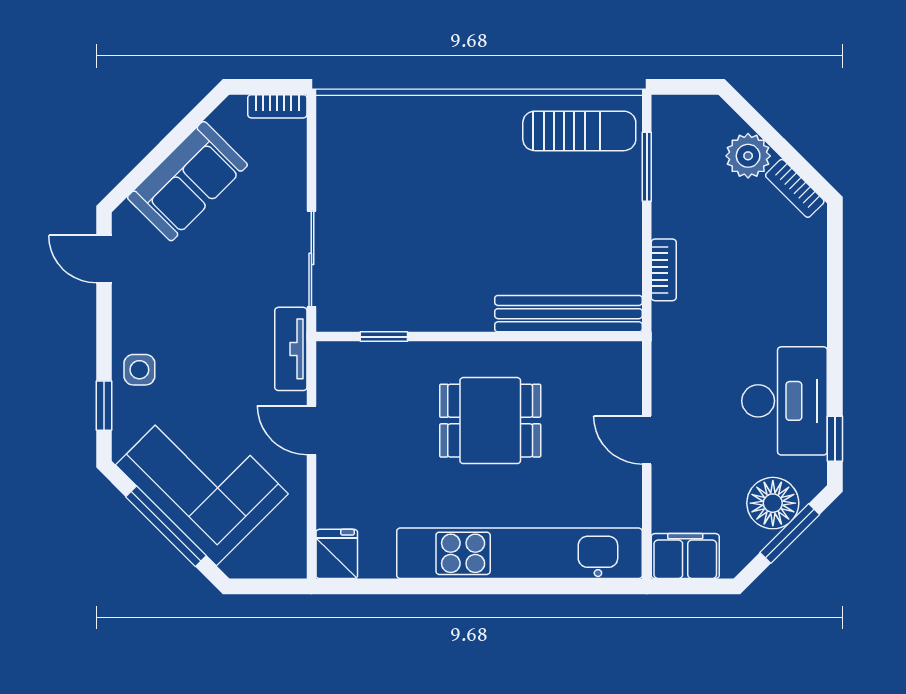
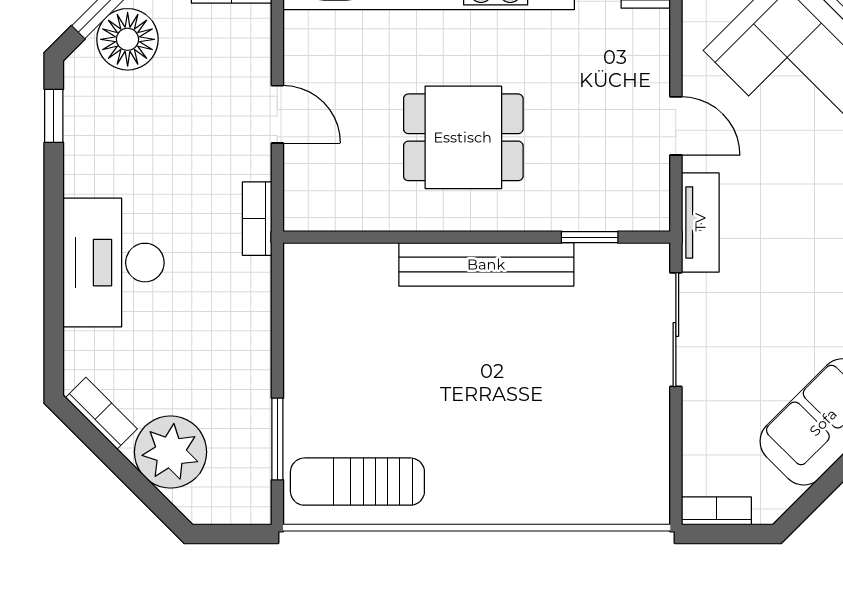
plant: (748, 156) -> (171, 452), width x1.36, depth x1.36
bookcase: (664, 270) -> (257, 219), moved
bench: (568, 314) -> (486, 264), moved
desk: (785, 401) -> (114, 263), moved

